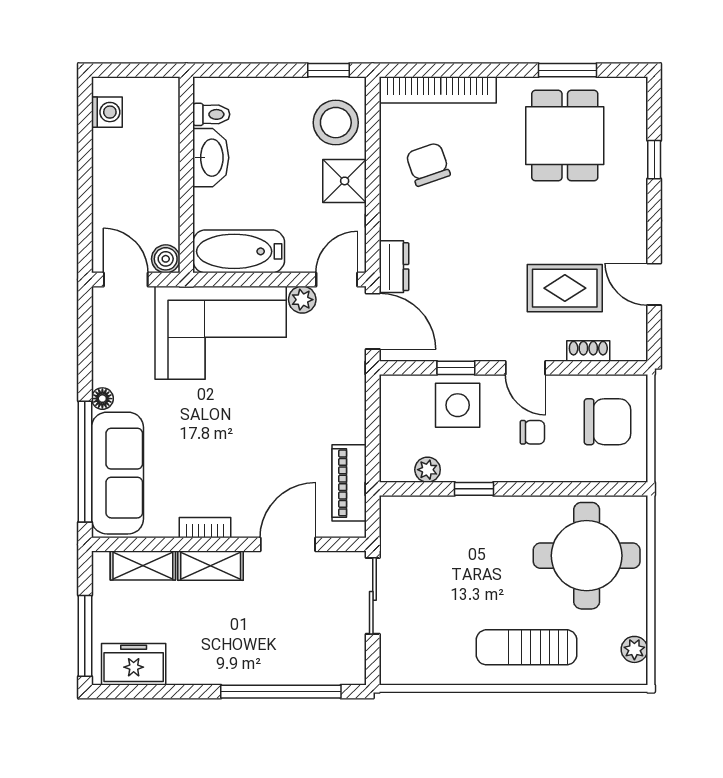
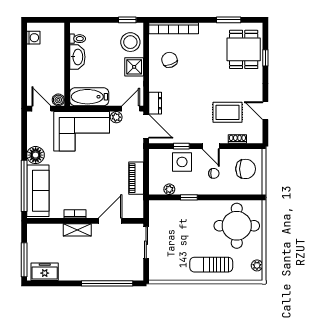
dining table: (565, 136) -> (244, 49), moved
floor lamp: (102, 399) -> (36, 155), width x1.89, depth x1.89
piano: (349, 483) -> (136, 178), moved
shelving: (143, 566) -> (49, 230), removed

